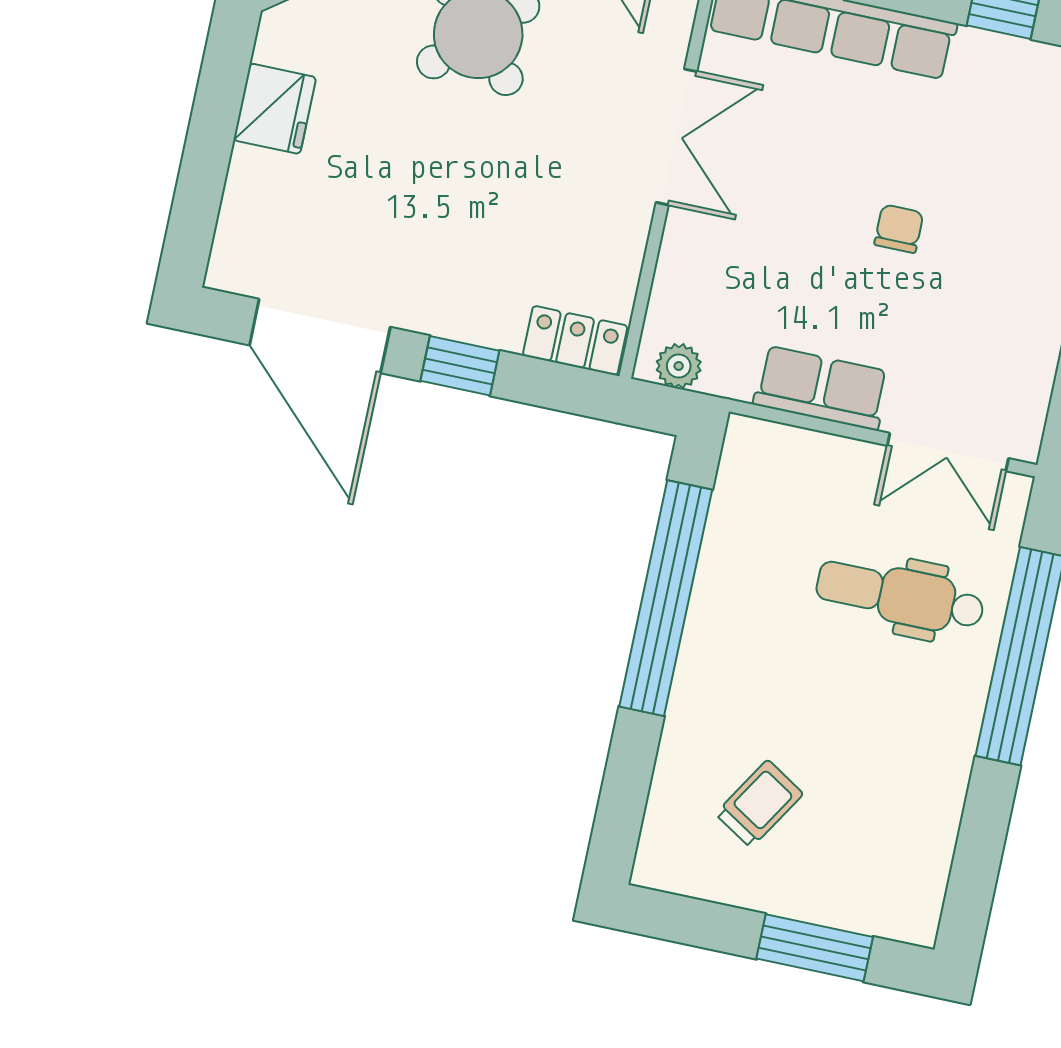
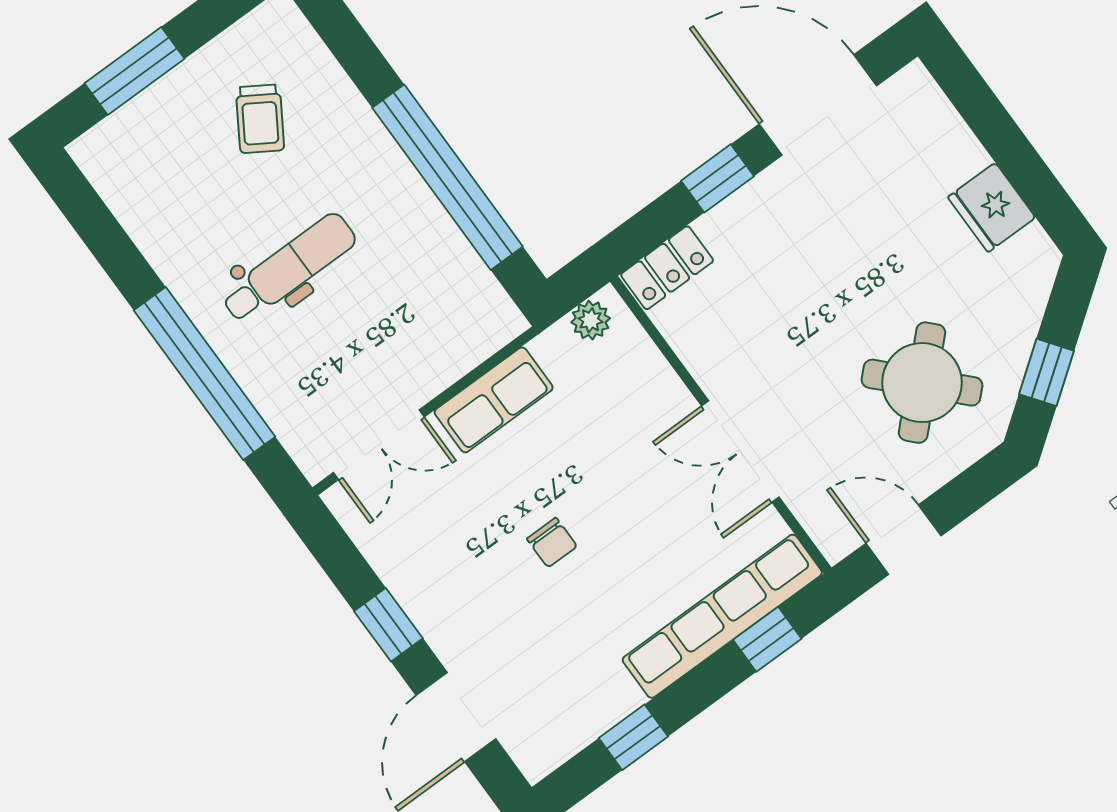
double door: (948, 452) -> (379, 445), swing flipped
dental chair: (900, 596) -> (289, 268), moved

